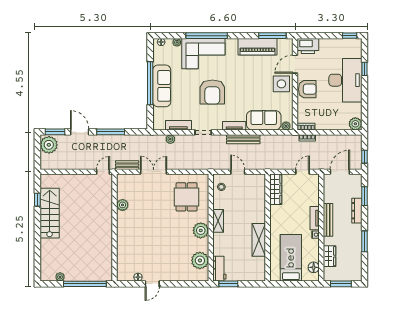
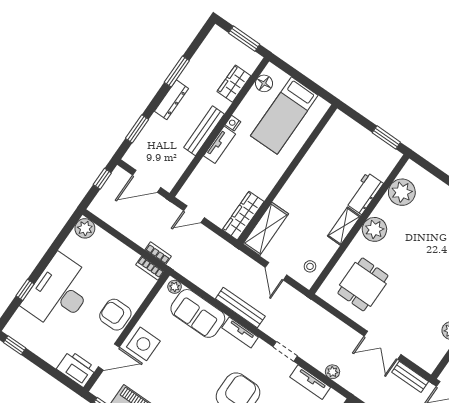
dresser: (357, 211) -> (171, 100), moved
shelving: (259, 240) -> (266, 229), moved
workbench: (219, 269) -> (364, 193), moved

